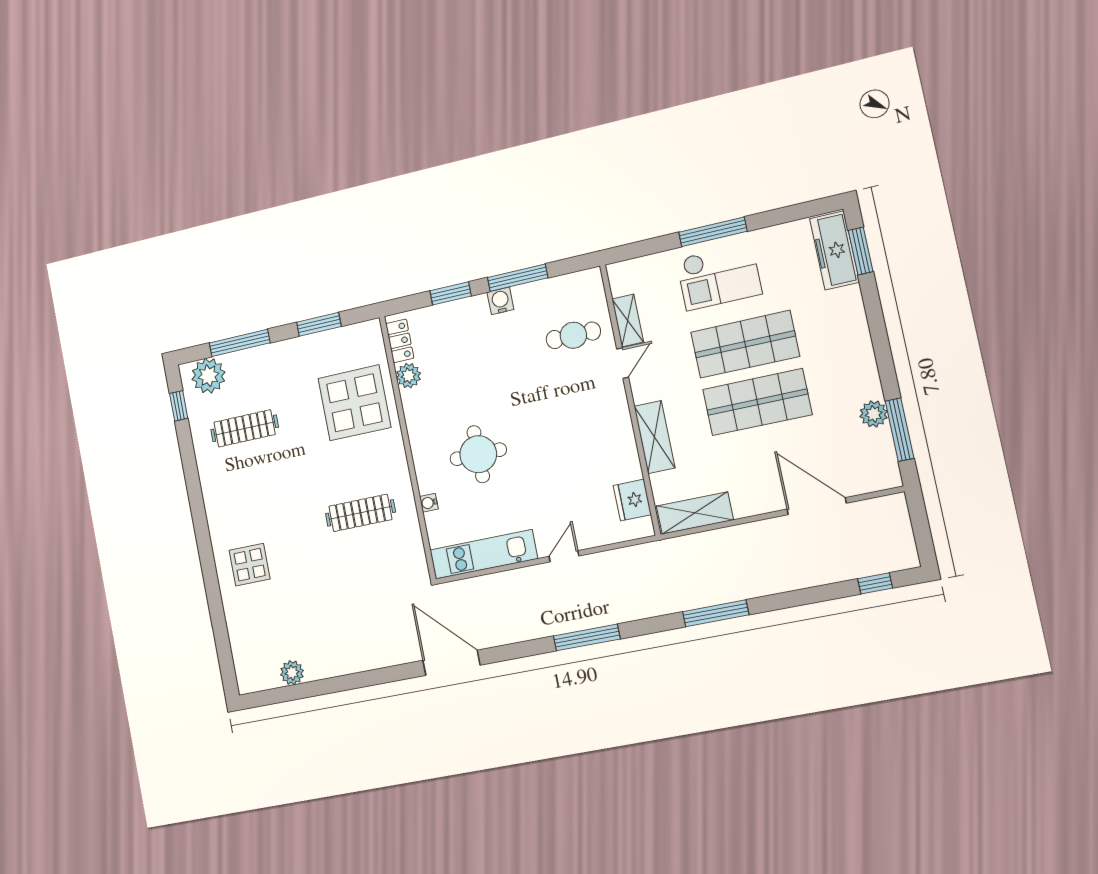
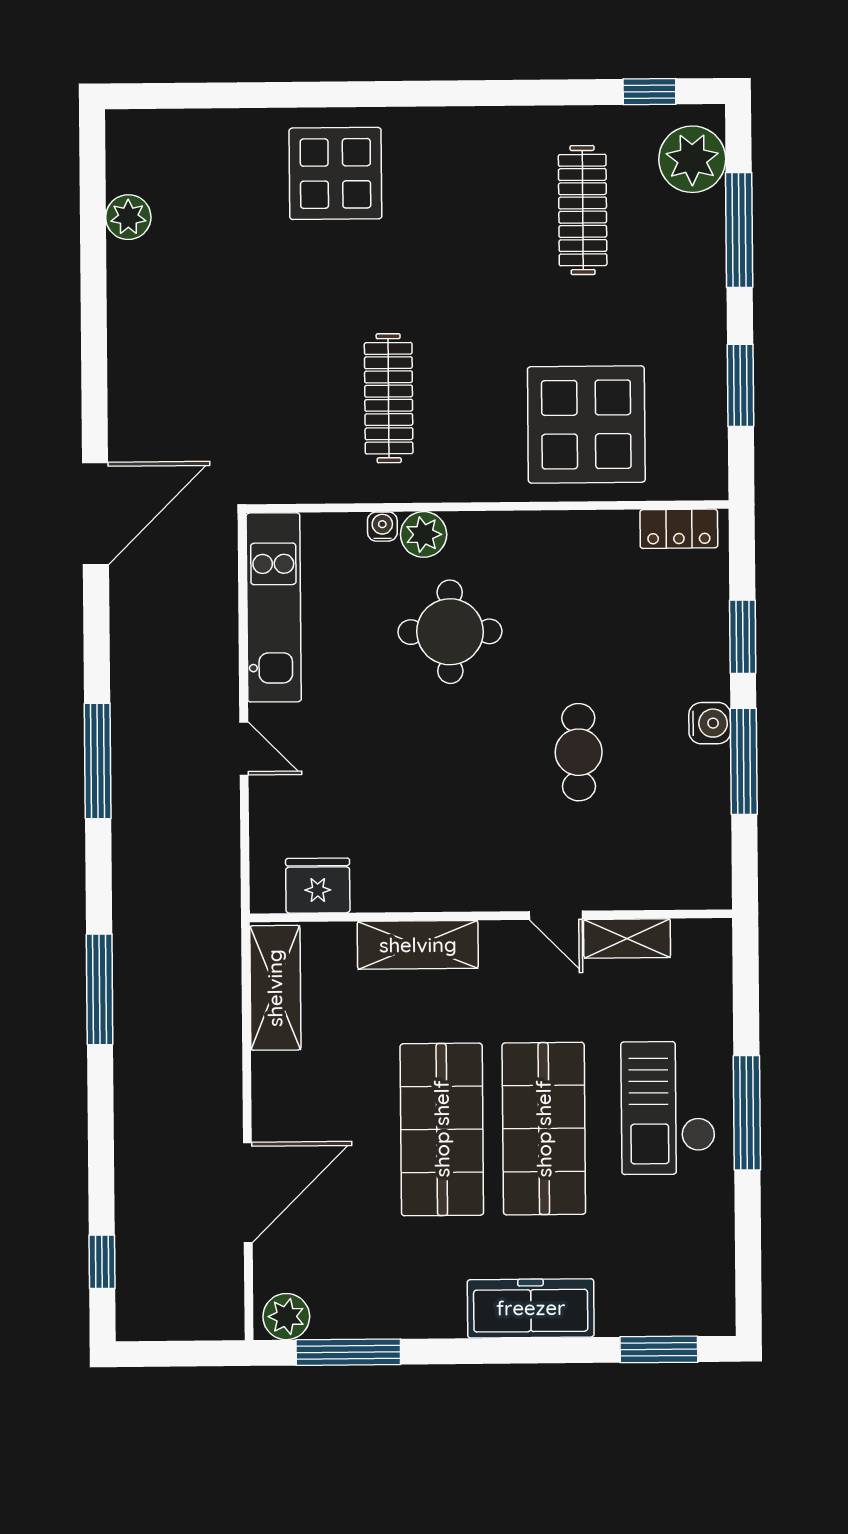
freezer: (834, 250) -> (531, 1308), moved
cafe table: (573, 335) -> (579, 752), moved
plant: (409, 376) -> (424, 534), moved
plant: (874, 414) -> (286, 1317), moved
display table: (250, 565) -> (335, 173), width x1.36, depth x1.36

